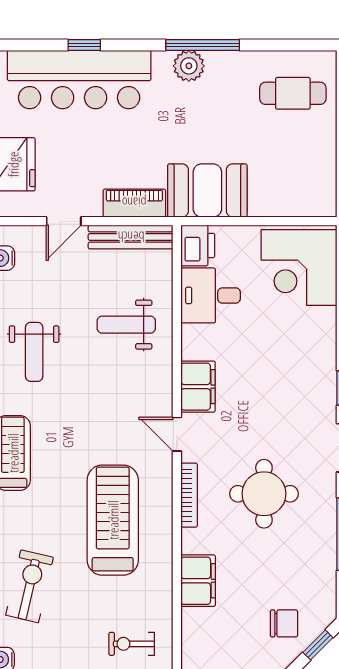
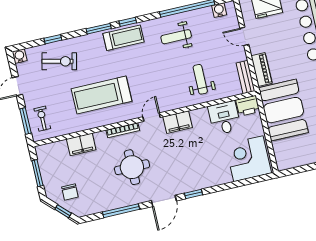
booth: (207, 190) -> (283, 110), width x1.36, depth x1.42
bench: (131, 237) -> (246, 77), width x0.73
treadmill: (113, 520) -> (102, 95), turned 180

